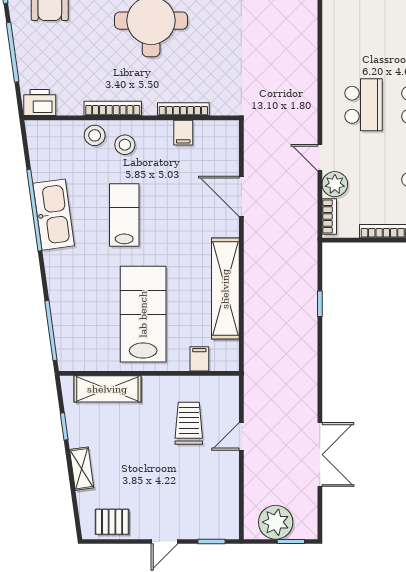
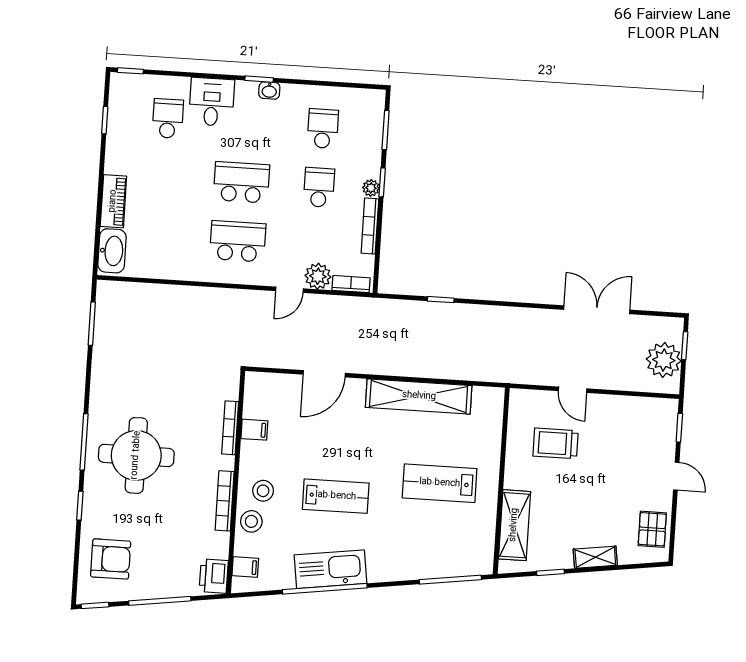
lab bench: (124, 215) -> (336, 496), turned 180
lab bench: (143, 314) -> (440, 483), width x0.73, depth x0.72
filing cabinet: (199, 359) -> (245, 567), moved, turned 180

